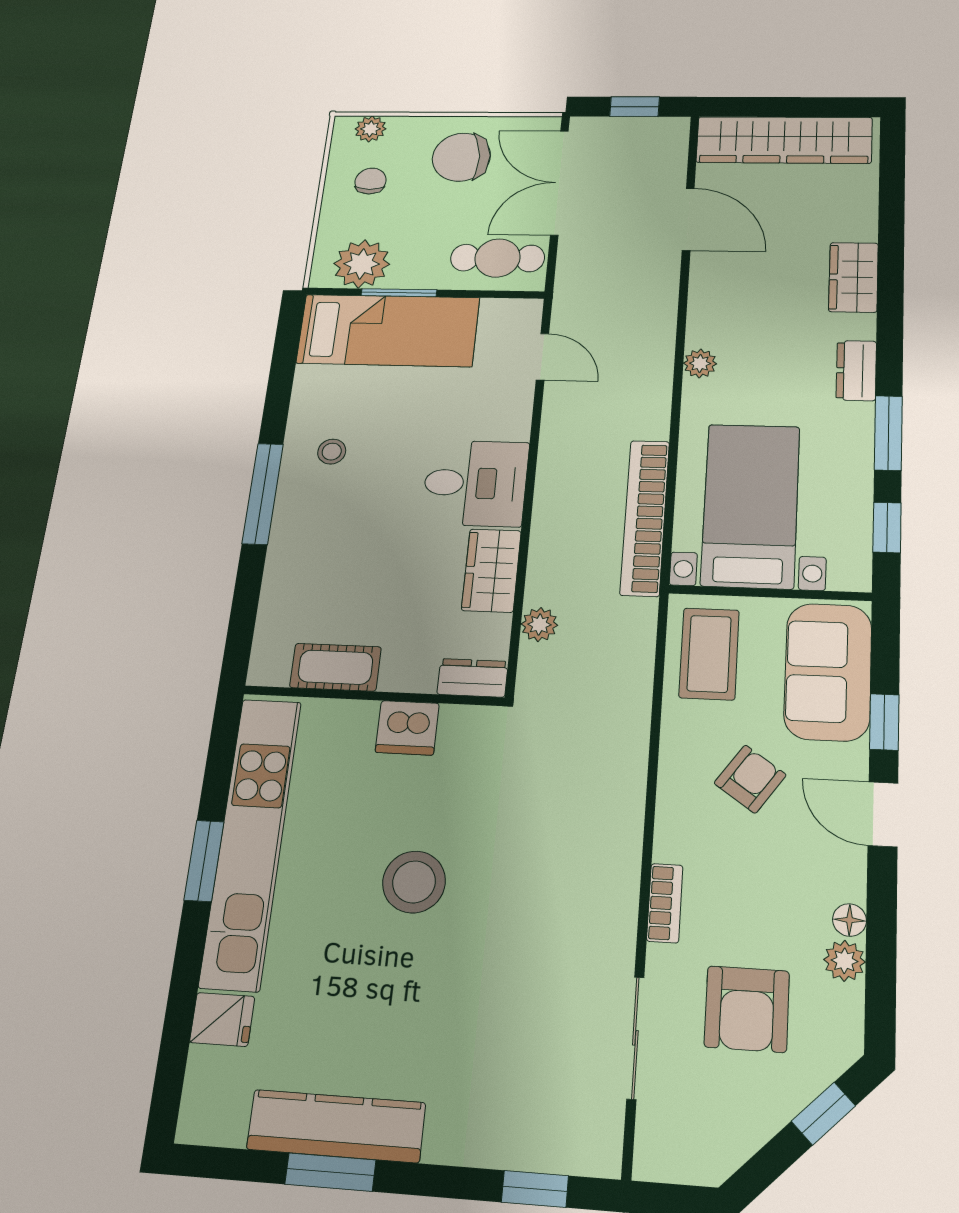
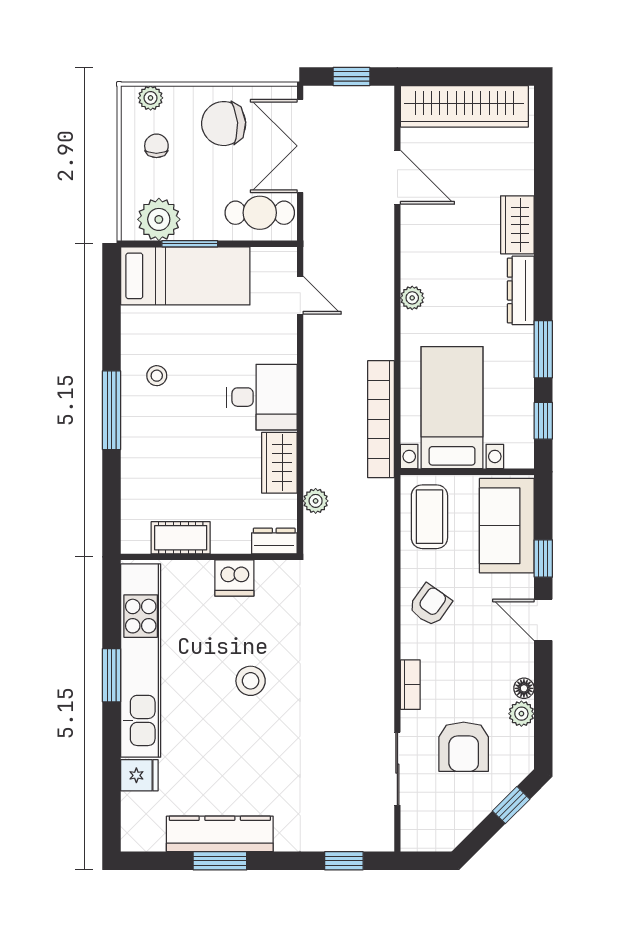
dresser: (856, 371) -> (521, 290), width x1.44
armchair: (750, 779) -> (430, 605), moved
stool: (414, 882) -> (251, 681), width x0.73, depth x0.73

